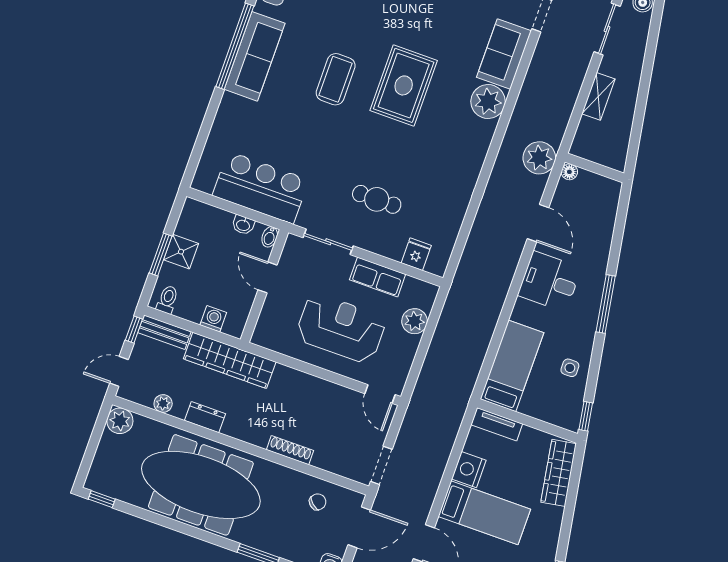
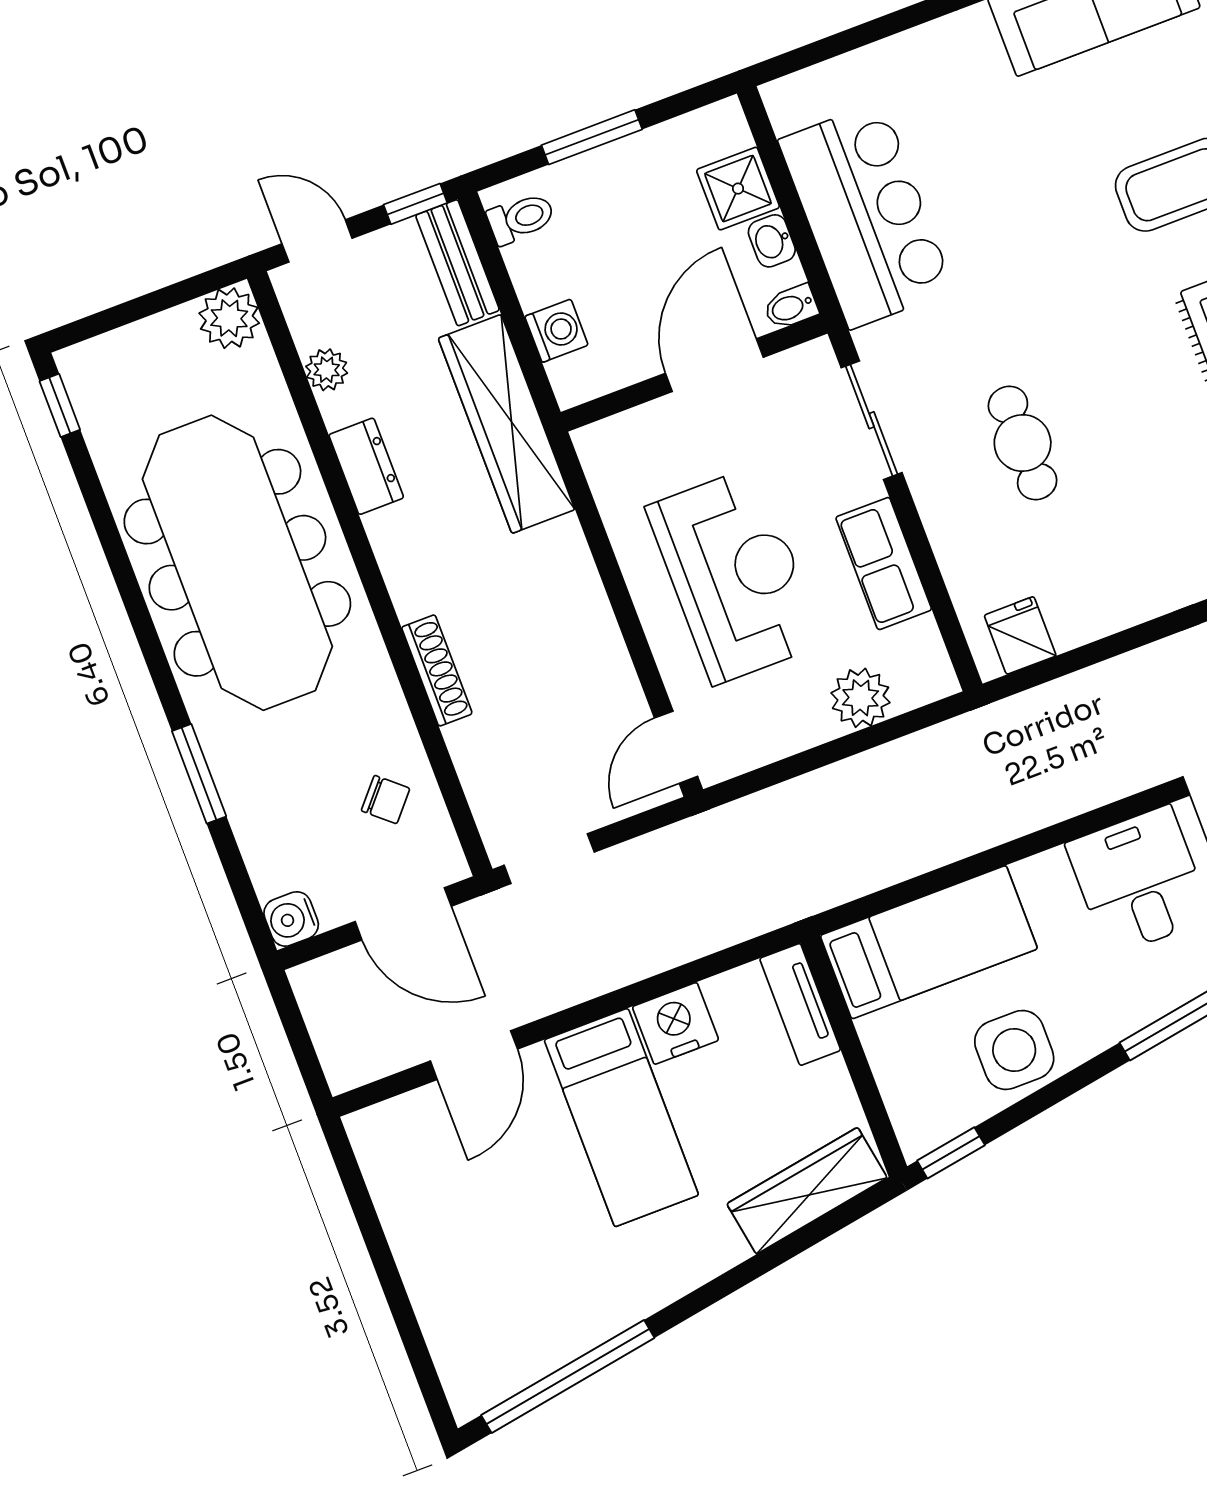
shower: (181, 252) -> (738, 189), moved
fridge: (416, 254) -> (1020, 635), moved, turned -90
door: (267, 277) -> (714, 365), width x1.38
side table: (570, 368) -> (1014, 1050), width x1.87, depth x1.87

